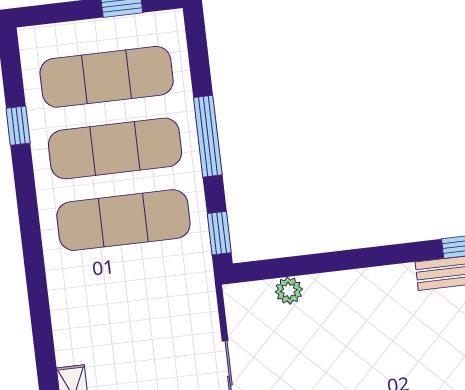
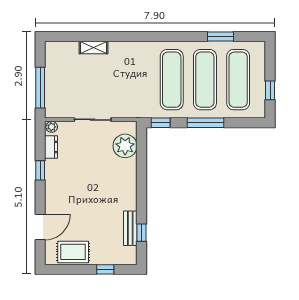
window: (18, 126) -> (221, 37), width x1.50
plant: (289, 291) -> (125, 146), width x1.88, depth x1.88

